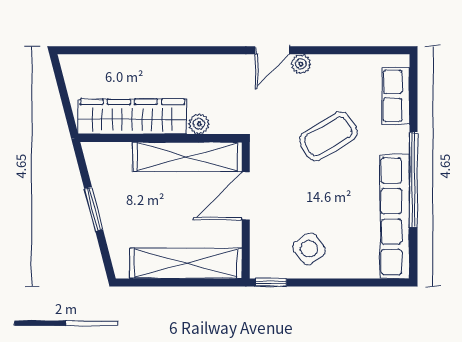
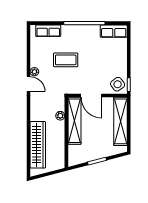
wardrobe: (132, 117) -> (38, 145), moved, turned 180
coffee table: (328, 136) -> (66, 60), turned -59
row of seats: (395, 216) -> (114, 31), width x0.50
side table: (309, 249) -> (118, 84), moved

